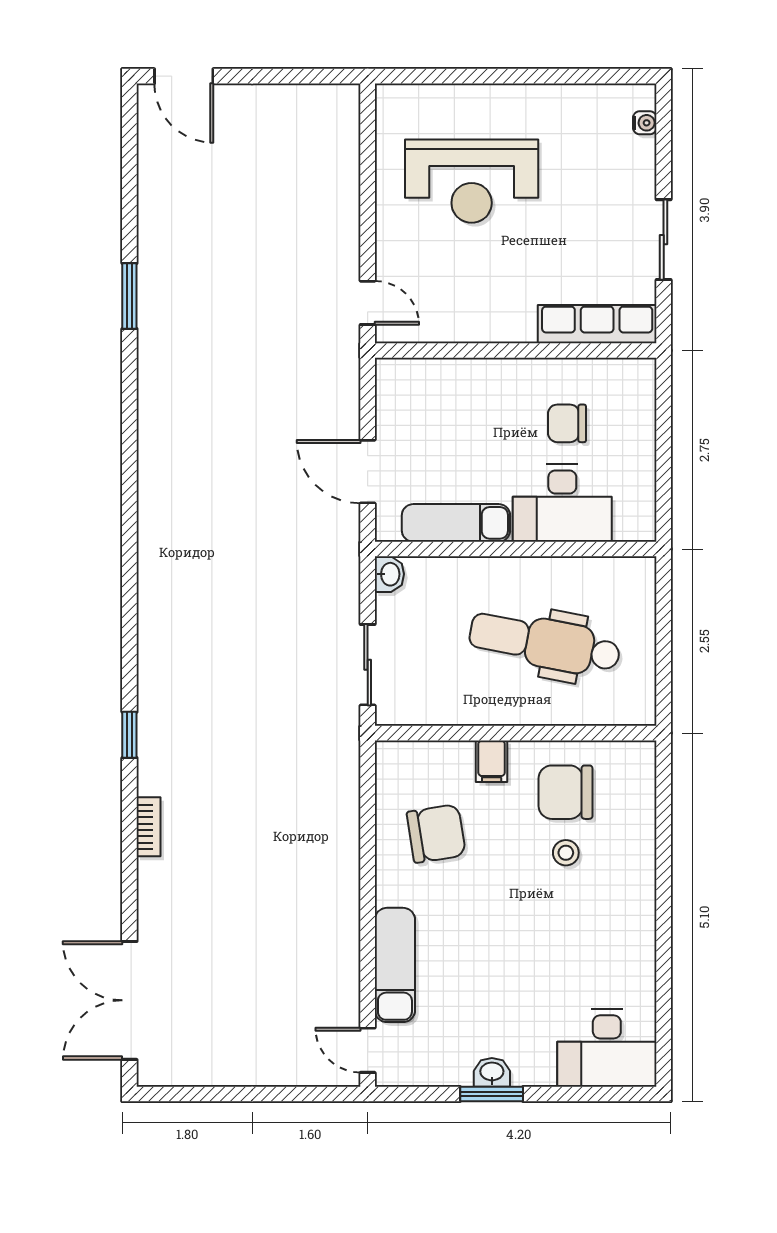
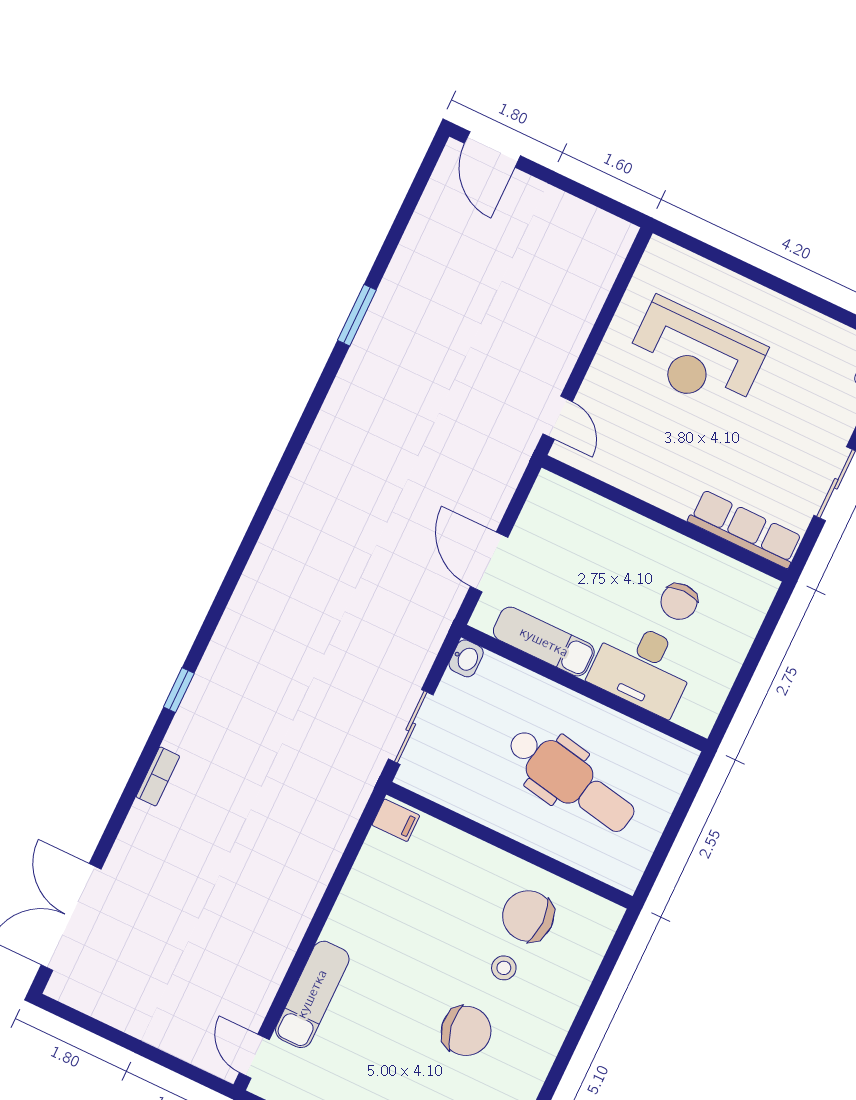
chair: (567, 423) -> (679, 602), turned -90
dental chair: (545, 643) -> (571, 780), turned 180
filing cabinet: (492, 761) -> (396, 820), moved, turned -90
chair: (436, 834) -> (466, 1031), moved

